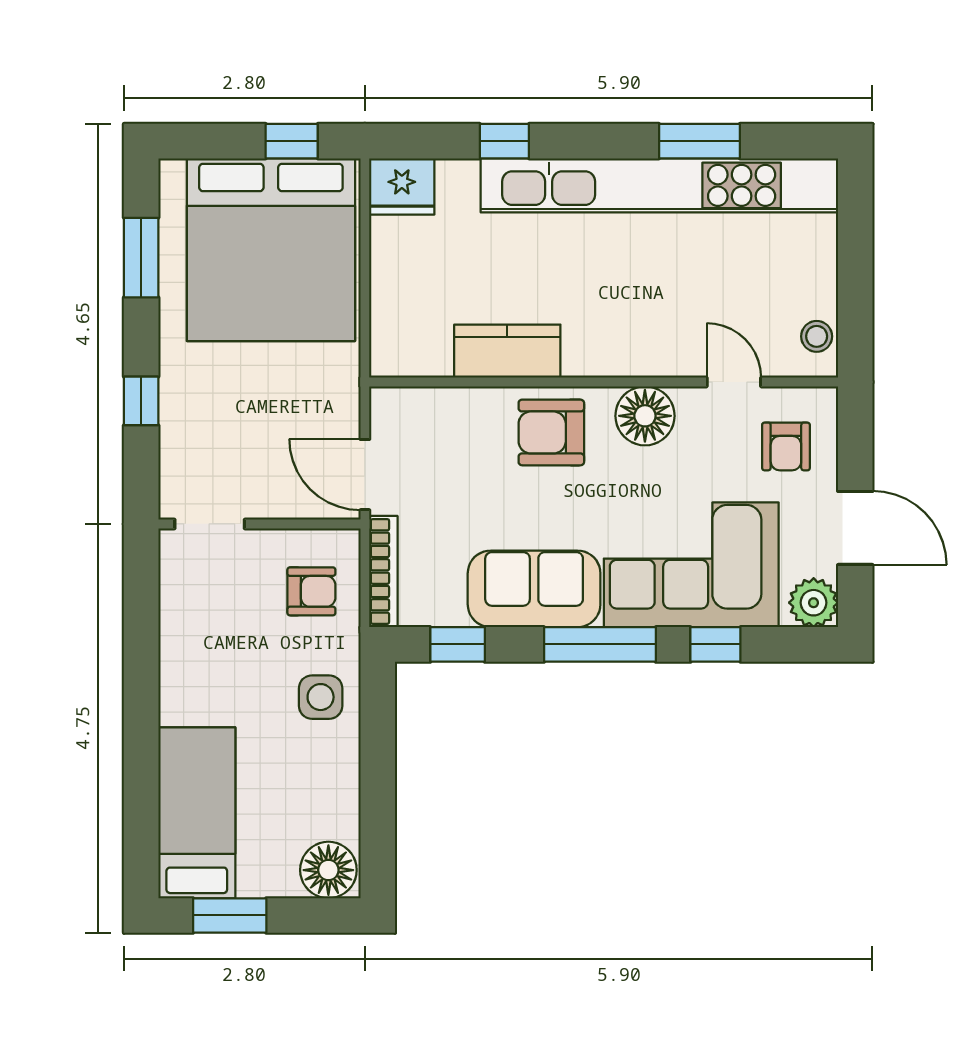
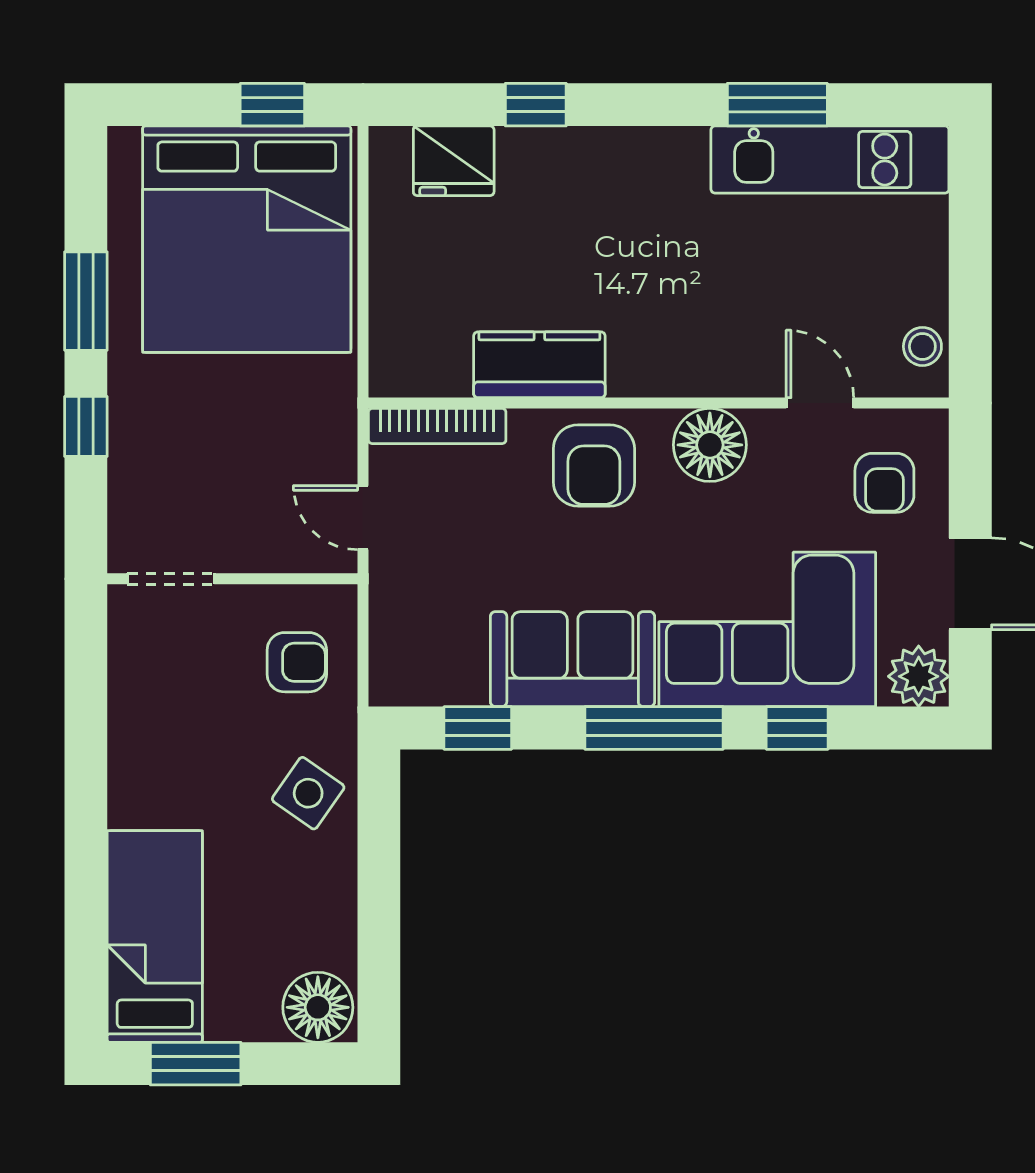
kitchen unit: (659, 185) -> (830, 160), width x0.54
fridge: (402, 186) -> (454, 161), moved
window: (141, 258) -> (86, 301), moved
armchair: (551, 432) -> (594, 465), turned -90
door: (365, 475) -> (363, 518), width x0.73
bookcase: (383, 571) -> (437, 426), moved, turned 90
side table: (321, 697) -> (308, 793), turned 35

